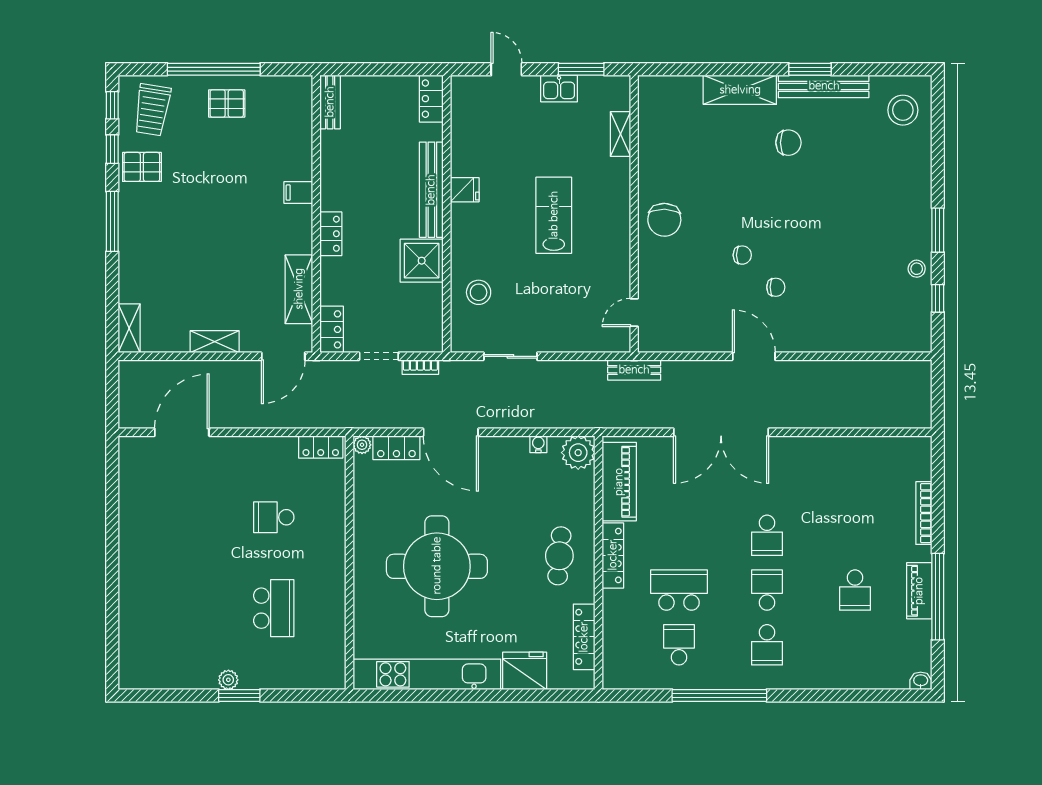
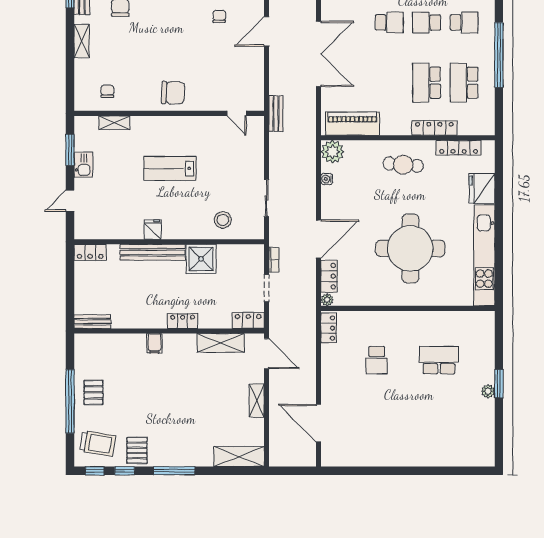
shelving: (740, 90) -> (82, 41), width x0.67, depth x0.75
chair: (742, 255) -> (107, 91), moved
shelving: (129, 328) -> (239, 457), width x1.50, depth x1.33
locker: (613, 555) -> (434, 128), moved
school desk: (679, 645) -> (464, 83), width x1.85

